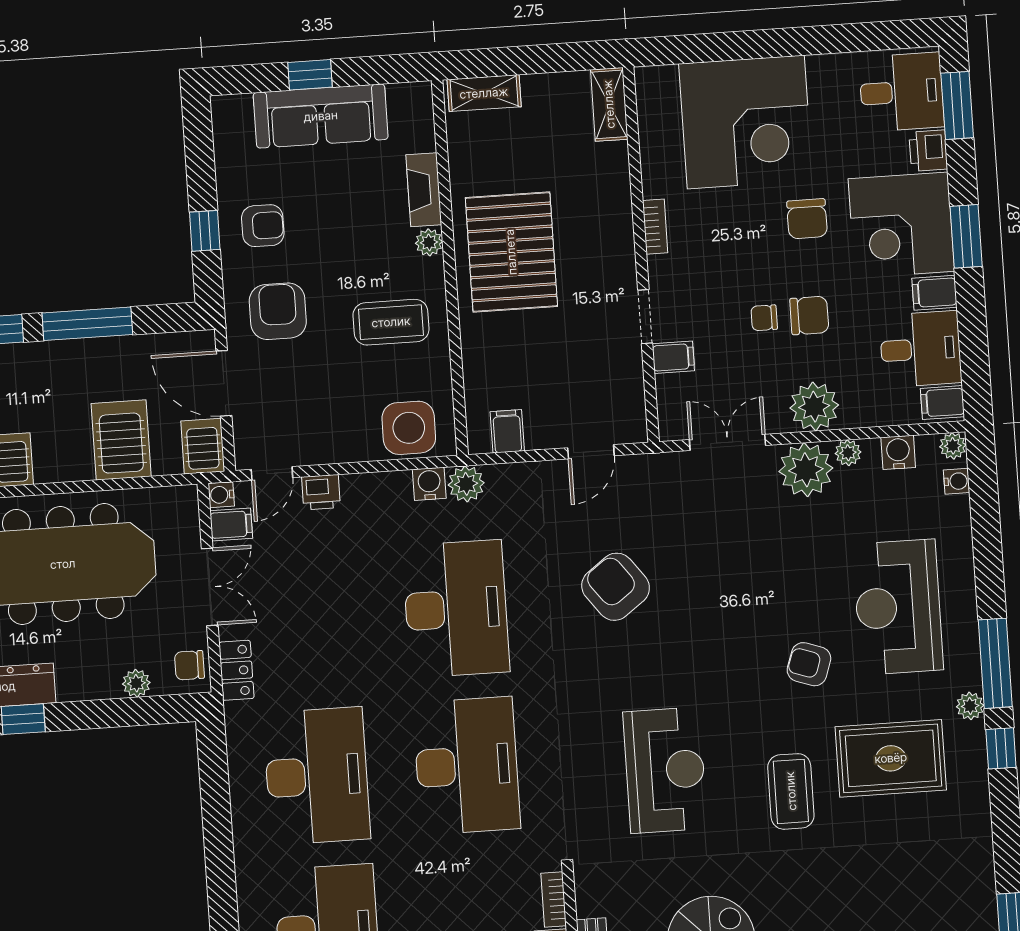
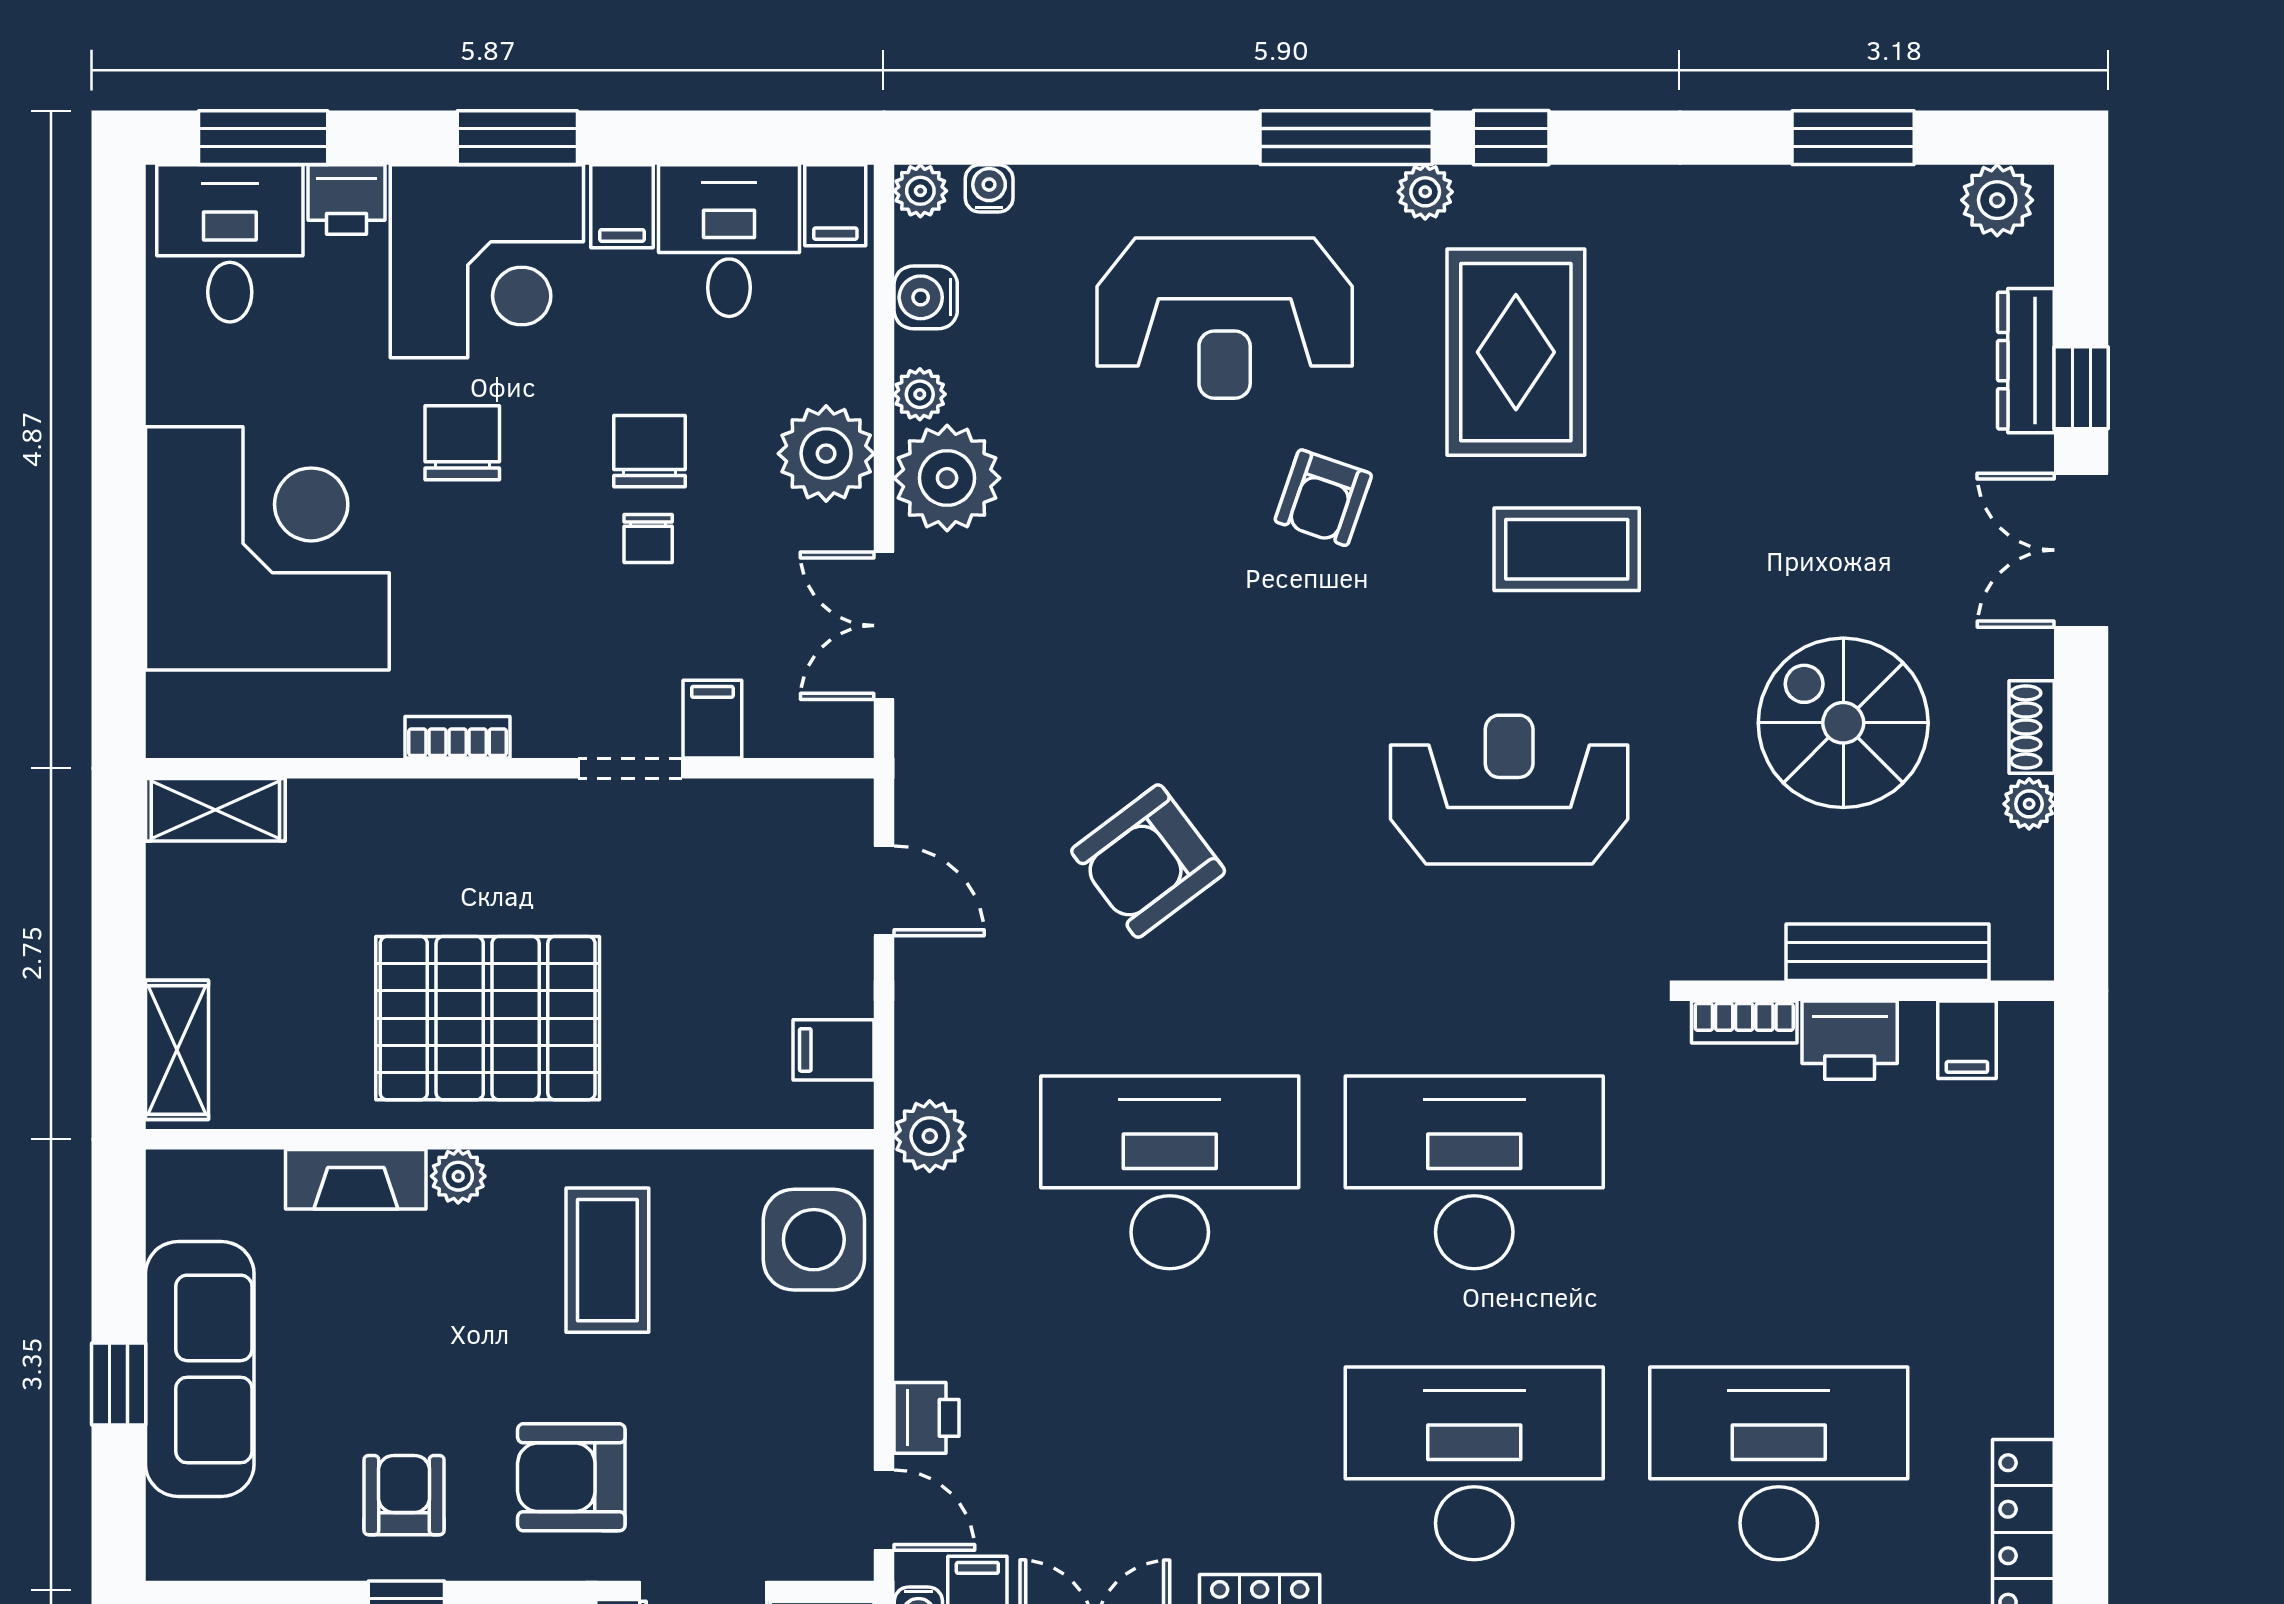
chair: (807, 219) -> (462, 443), turned -90
water cooler: (429, 484) -> (925, 1207), removed

